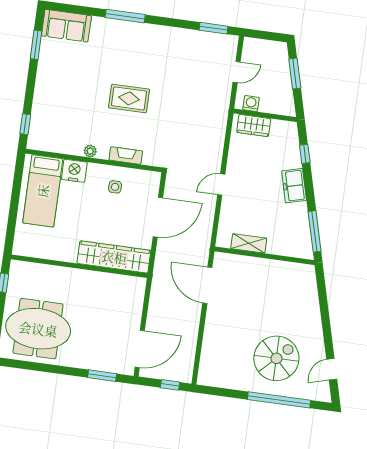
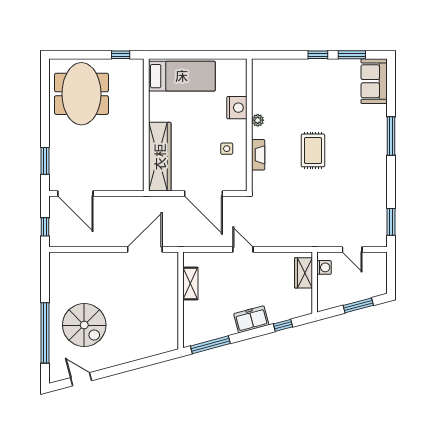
window: (25, 124) -> (318, 55), moved
bed: (43, 191) -> (182, 76), moved, turned 180

